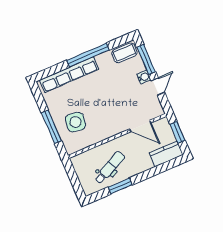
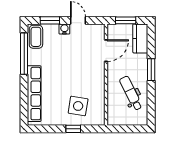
window: (88, 55) -> (24, 54), moved
window: (146, 59) -> (50, 20), width x0.69
window: (51, 127) -> (73, 129), width x0.46
window: (120, 186) -> (151, 70), moved

